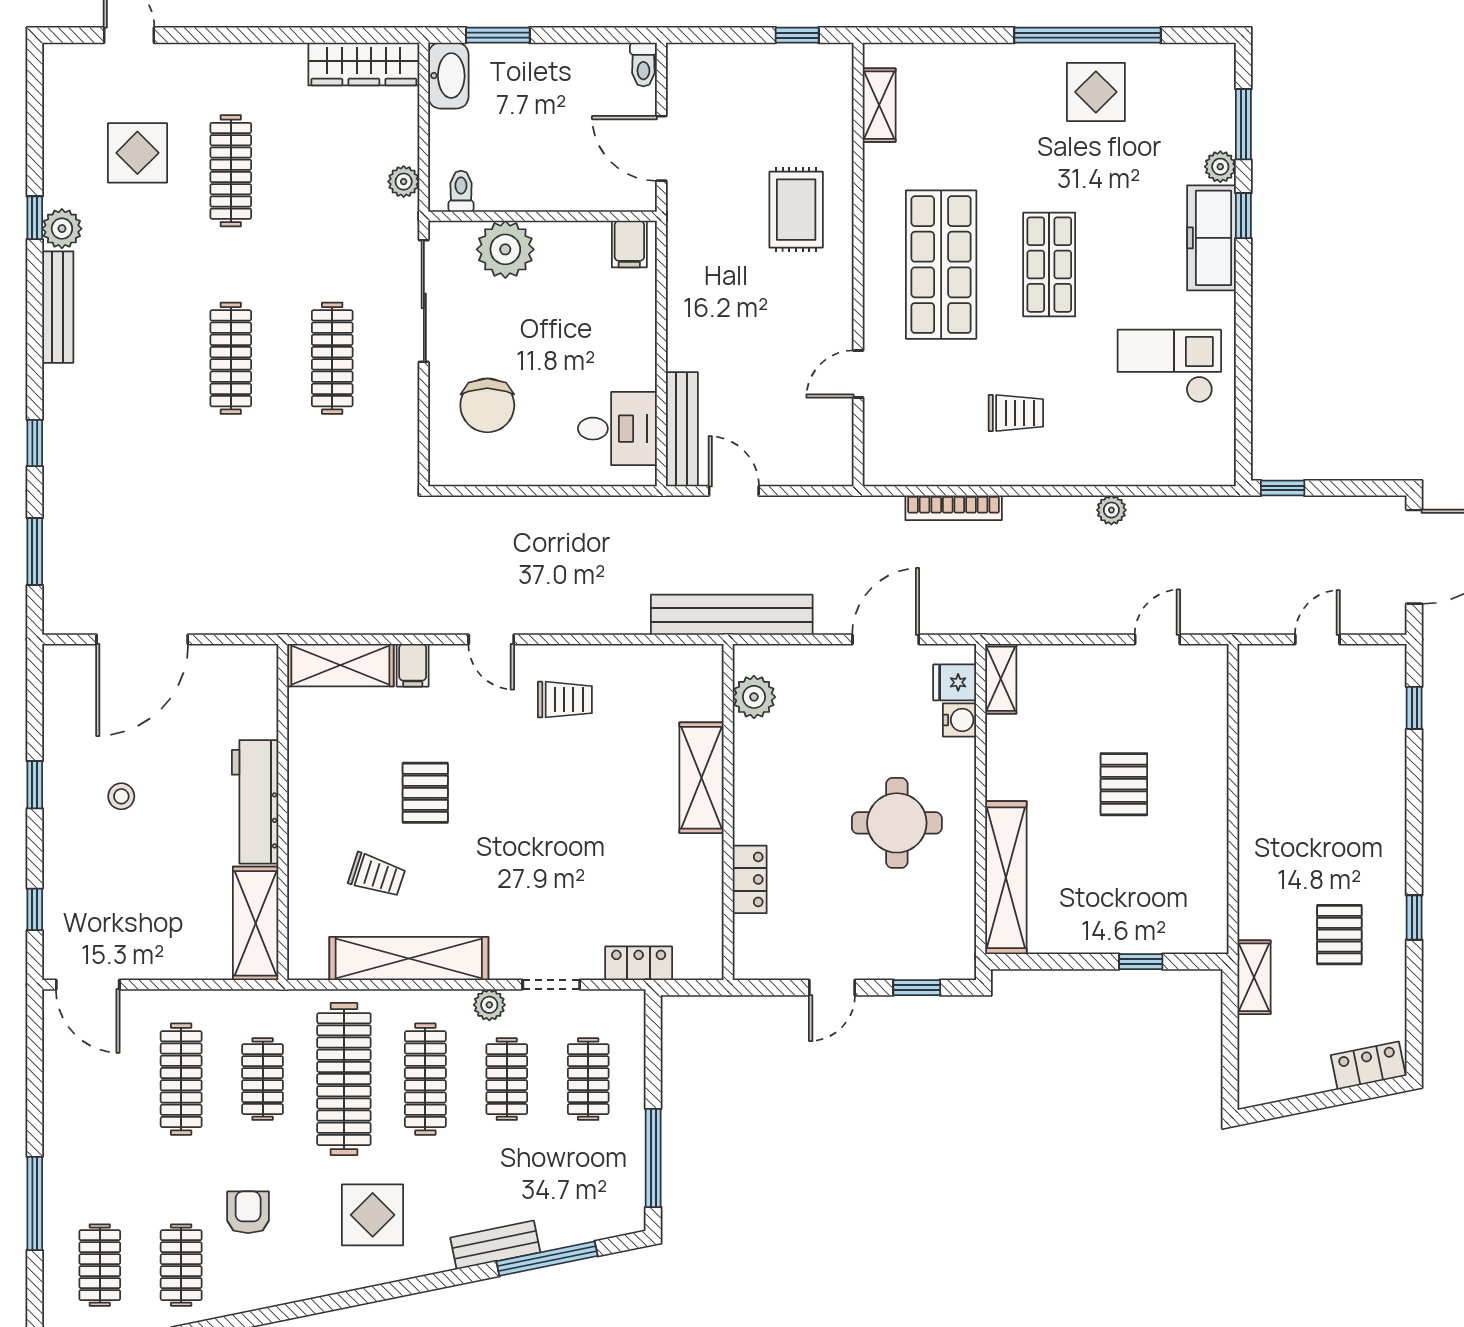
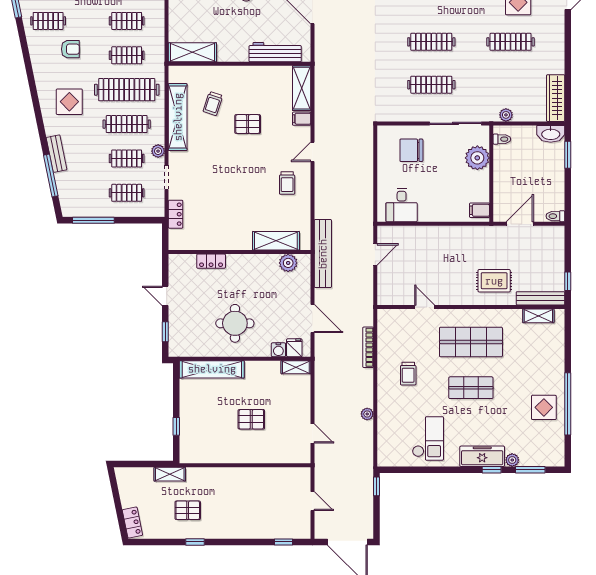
bench: (682, 429) -> (541, 298), moved
shelving: (702, 778) -> (276, 241), moved
workbench: (255, 802) -> (275, 52), moved
clothes rail: (181, 1079) -> (127, 21), width x0.73

